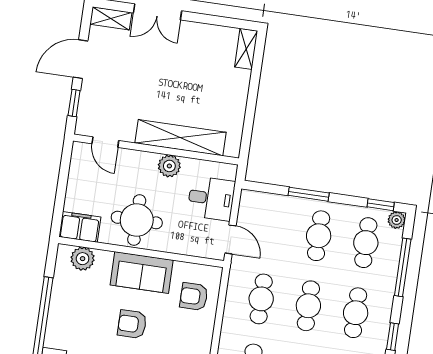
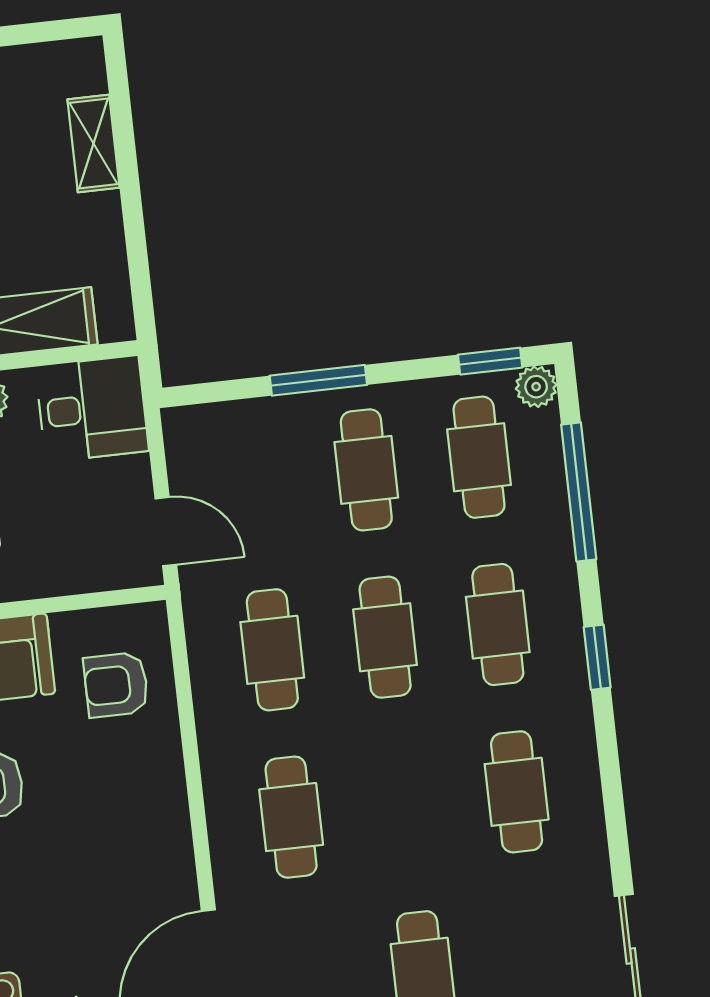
shelving: (246, 49) -> (94, 143), moved
desk: (211, 198) -> (92, 409), moved

